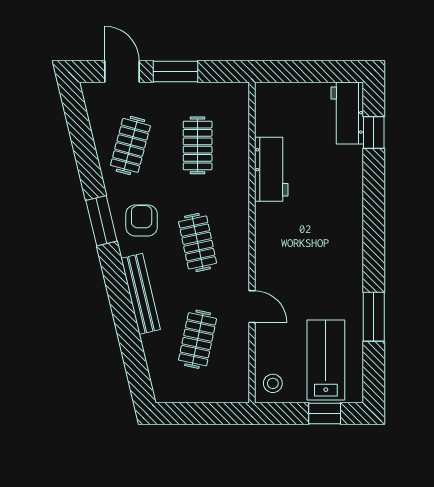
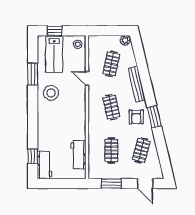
window: (175, 71) -> (111, 183), moved
workbench: (271, 169) -> (78, 155), moved
stool: (333, 274) -> (51, 93), added
plant: (167, 392) -> (125, 40), added

